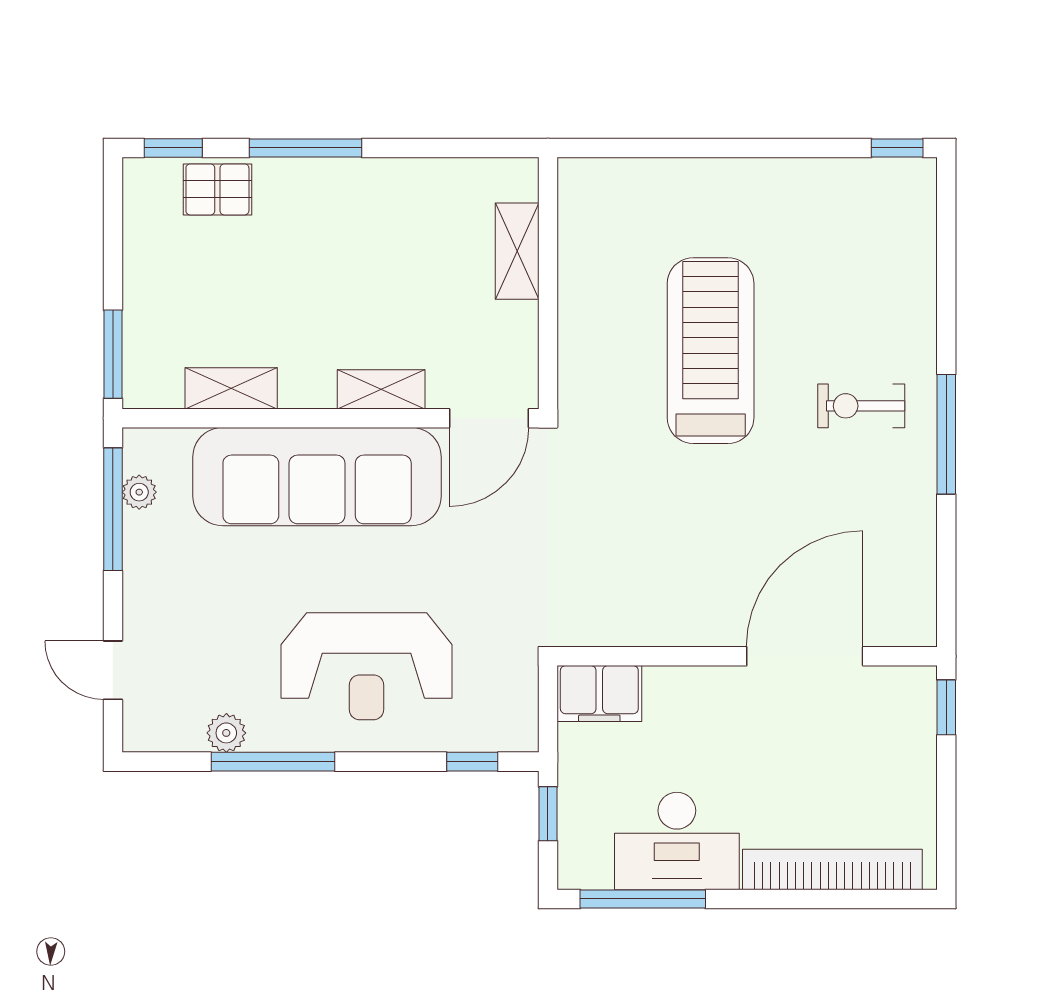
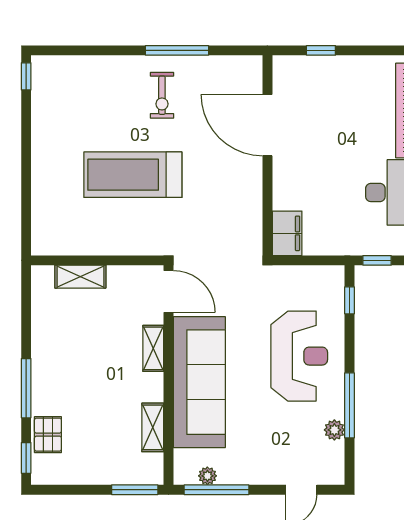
wall: (747, 656) -> (267, 155), moved
door: (805, 656) -> (267, 125), moved
filing cabinet: (599, 694) -> (287, 233), moved

